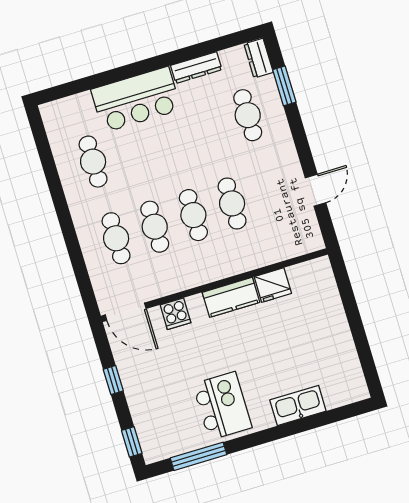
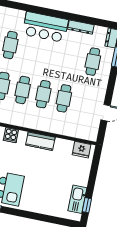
fridge: (273, 285) -> (82, 150), moved
window: (368, 363) -> (87, 205), added
kitchen sink: (298, 406) -> (77, 199), moved, turned -90

